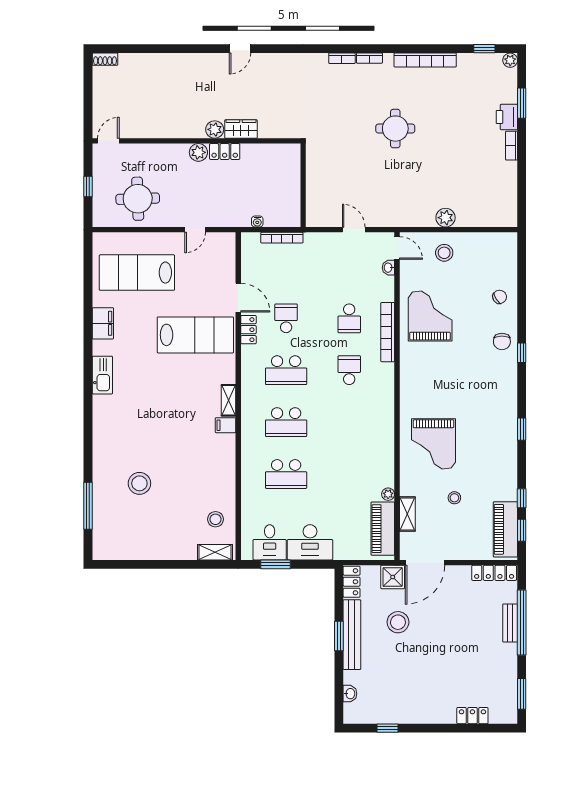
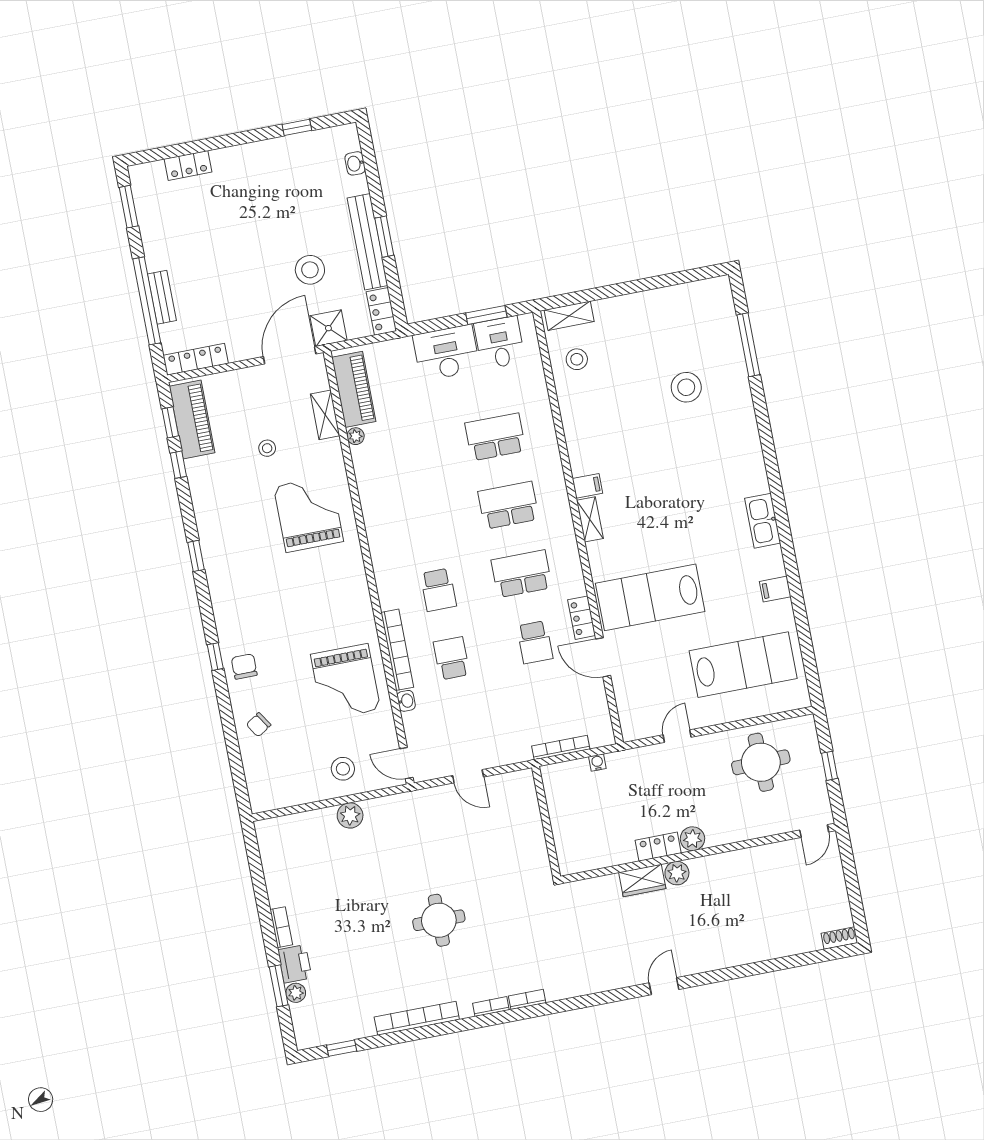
plant: (510, 60) -> (296, 993), moved
washbasin: (388, 268) -> (406, 701), moved
filing cabinet: (103, 323) -> (775, 589), width x0.50

